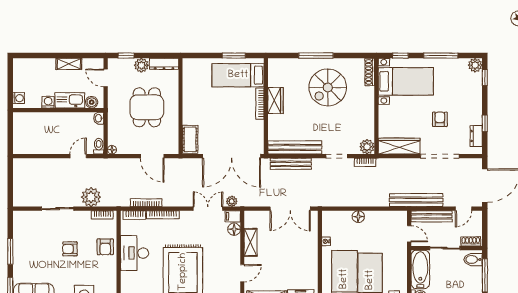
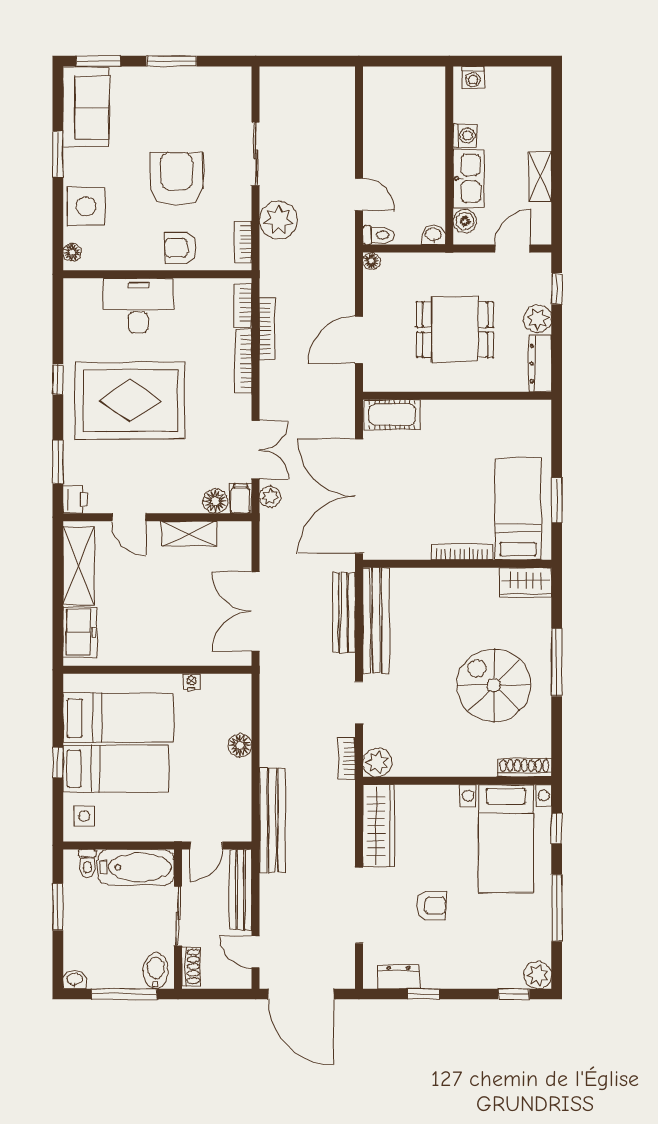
wardrobe: (276, 101) -> (526, 583), moved
bench: (416, 200) -> (272, 820), moved
armchair: (70, 249) -> (177, 178), width x1.88, depth x1.88
desk: (135, 253) -> (138, 306), moved

